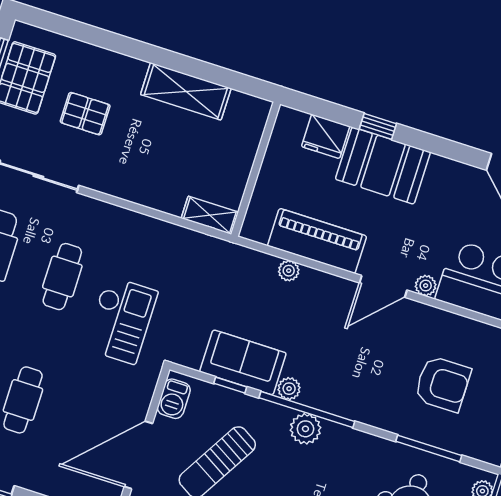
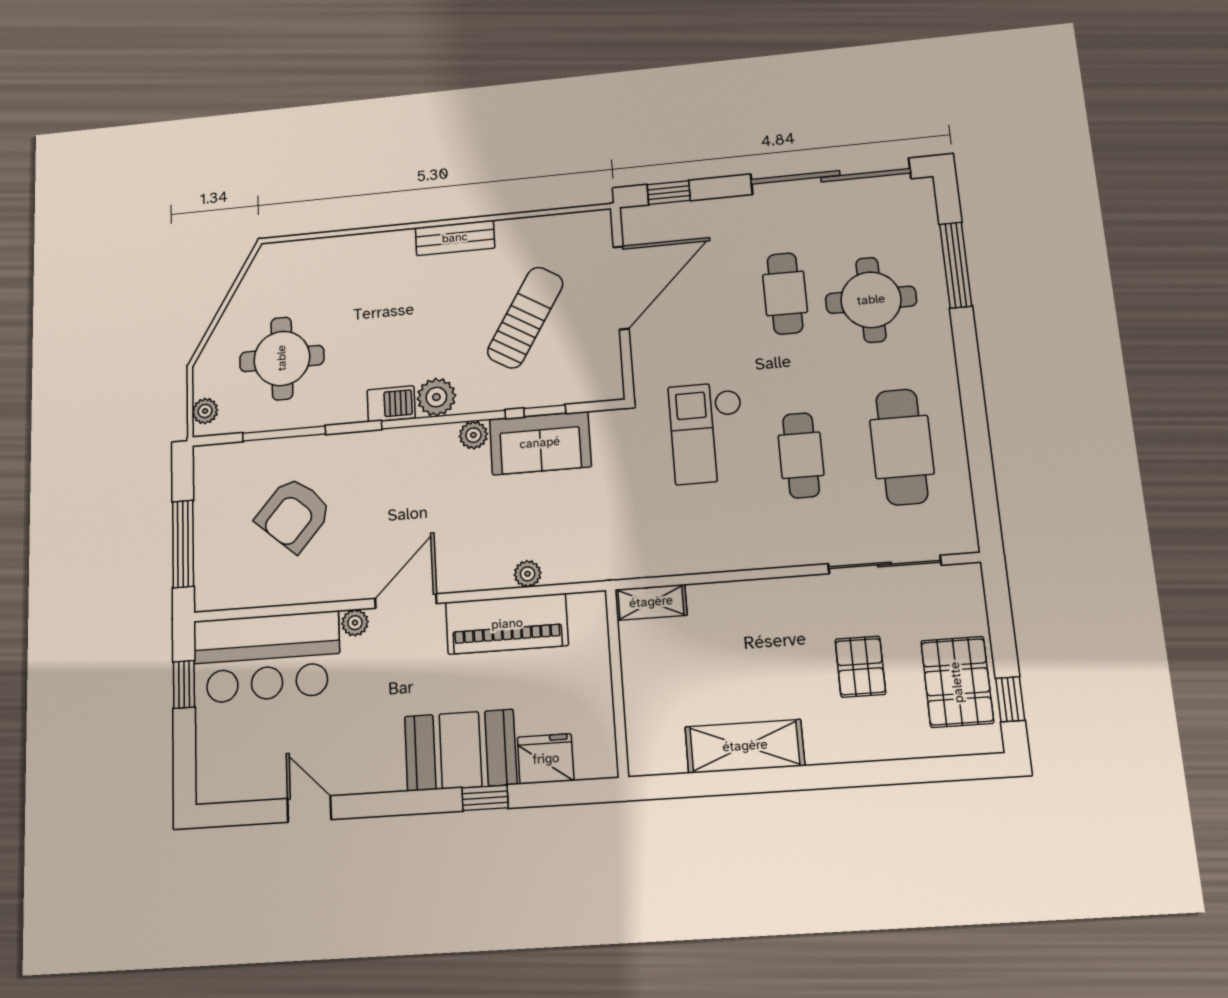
pallet: (85, 114) -> (860, 667), turned 90
armchair: (443, 384) -> (294, 514), turned -49
barbecue: (174, 399) -> (391, 404), moved, turned 90

